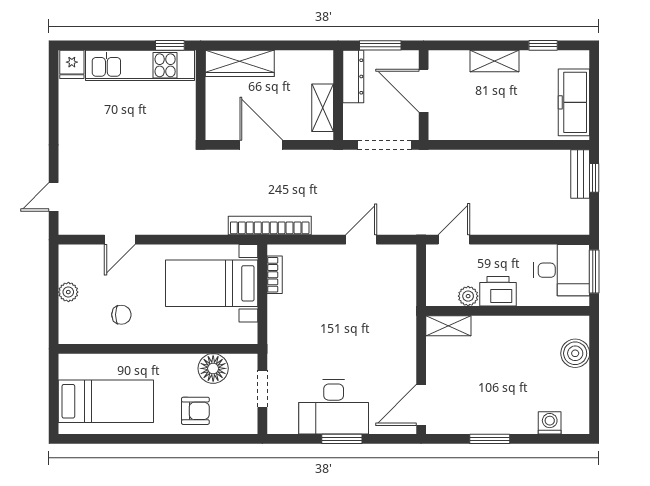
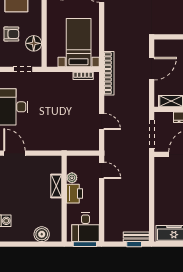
shelving: (448, 326) -> (56, 186), moved
armchair: (195, 411) -> (11, 34), turned -90

